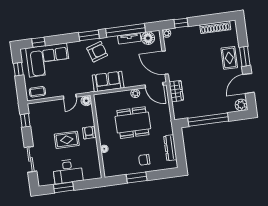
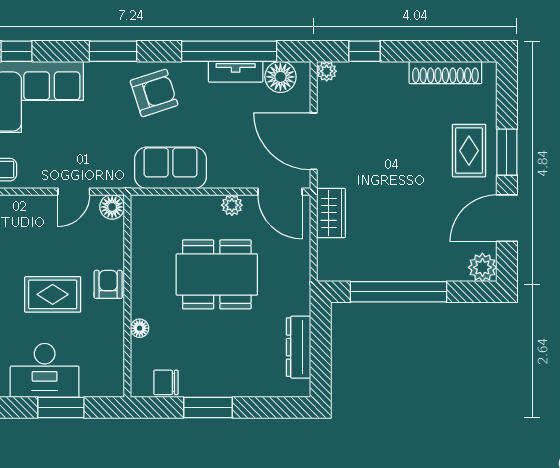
window: (89, 35) -> (113, 51), moved
chair: (144, 160) -> (166, 382), moved
window: (64, 187) -> (61, 407), moved

